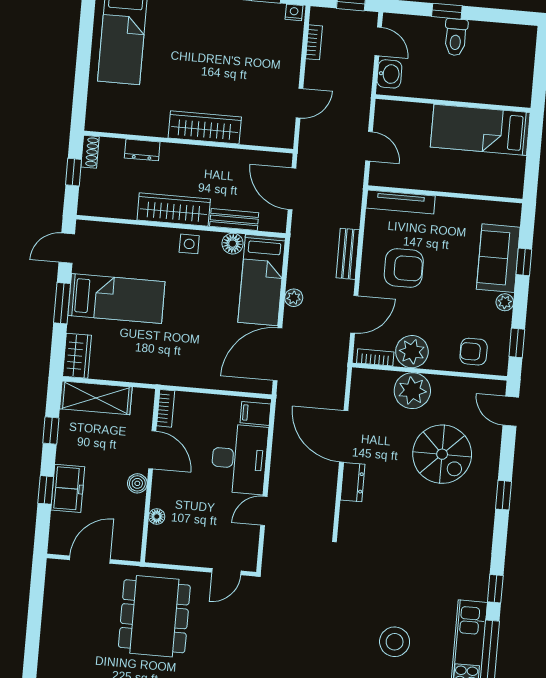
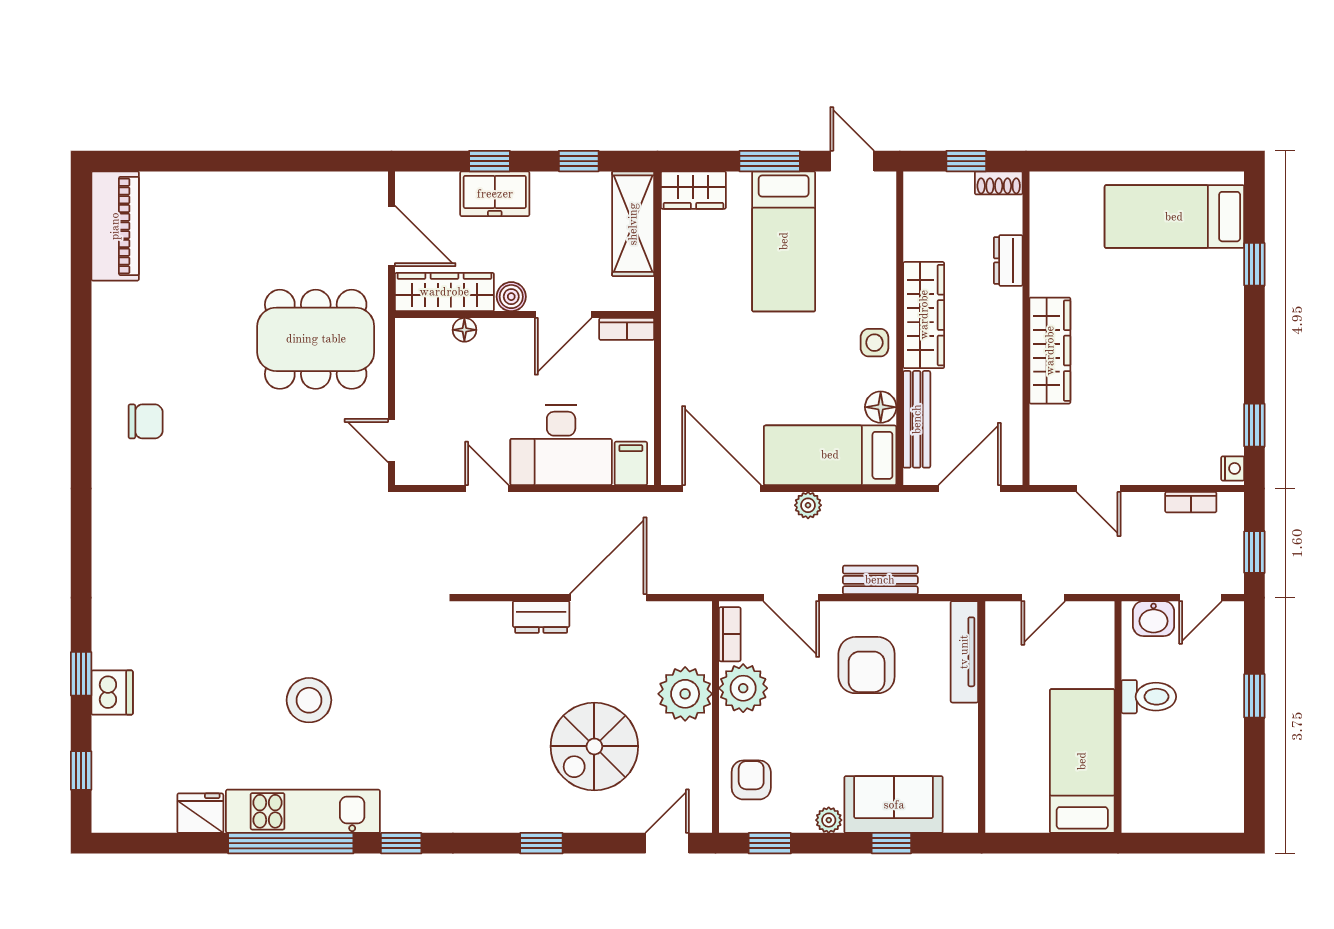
toilet: (456, 37) -> (1149, 697), moved, turned 180
bench: (234, 219) -> (917, 419), width x1.36
wardrobe: (130, 528) -> (444, 292), added

